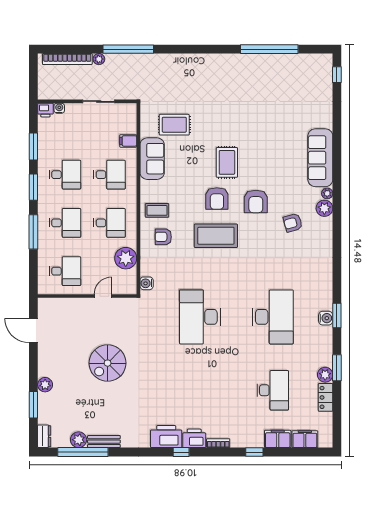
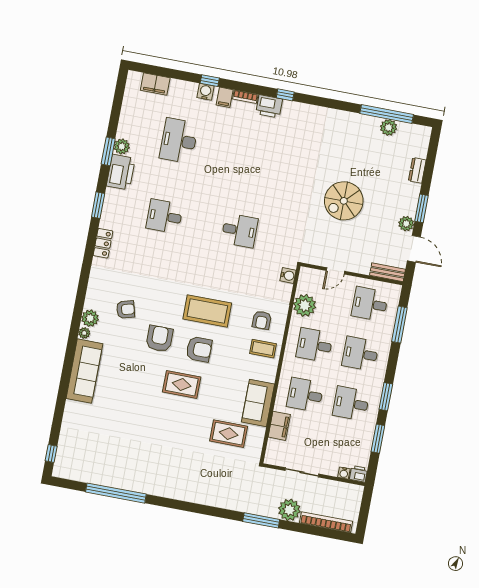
window: (128, 49) -> (261, 520), width x0.68
plant: (99, 59) -> (289, 510), width x1.87, depth x1.87
filing cabinet: (128, 141) -> (279, 426), width x2.00
rug: (227, 162) -> (182, 384), turned 90
armchair: (217, 198) -> (199, 349), turned 90
window: (33, 232) -> (399, 325), moved
armchair: (163, 237) -> (262, 320), turned 90
desk: (200, 317) -> (240, 230), width x0.53, depth x0.77
desk: (273, 317) -> (164, 216), width x0.53, depth x0.77
water cooler: (326, 318) -> (205, 92), moved, turned 90
spiral stairs: (108, 363) -> (344, 201), turned 180
plant: (45, 385) -> (406, 224), moved
locker: (326, 397) -> (103, 243), moved
window: (33, 405) -> (421, 208), moved
dresser: (44, 436) -> (417, 170), moved
printer: (166, 437) -> (121, 172), moved, turned -90
filing cabinet: (278, 439) -> (225, 97), moved, width x0.50
bench: (104, 442) -> (387, 272), moved

